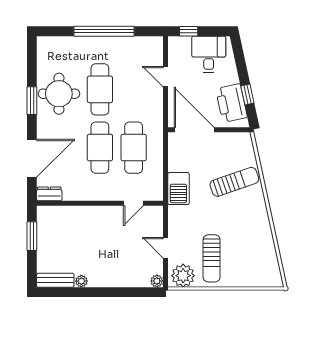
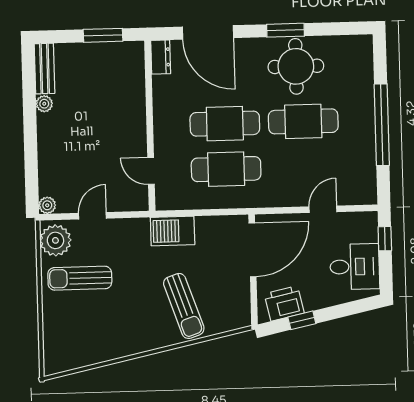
printer: (231, 103) -> (284, 303), width x0.73, depth x0.84

